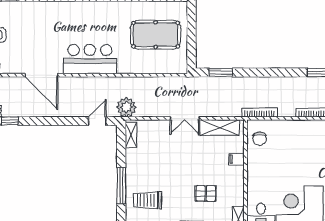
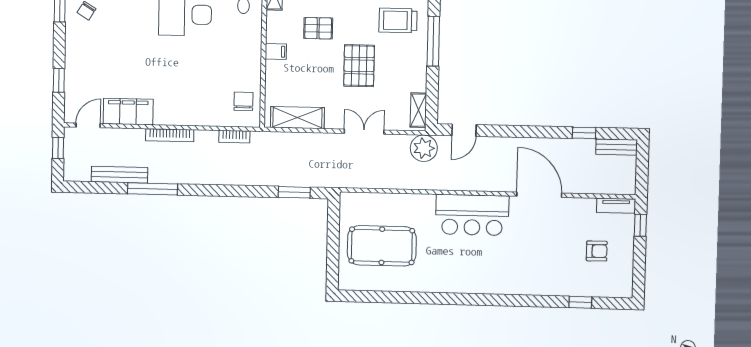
bookcase: (259, 112) -> (234, 137), width x0.64
double door: (185, 118) -> (364, 132), moved
filing cabinet: (237, 159) -> (276, 52), moved
pallet: (175, 167) -> (359, 66), added
trolley: (147, 200) -> (398, 20), turned 180

